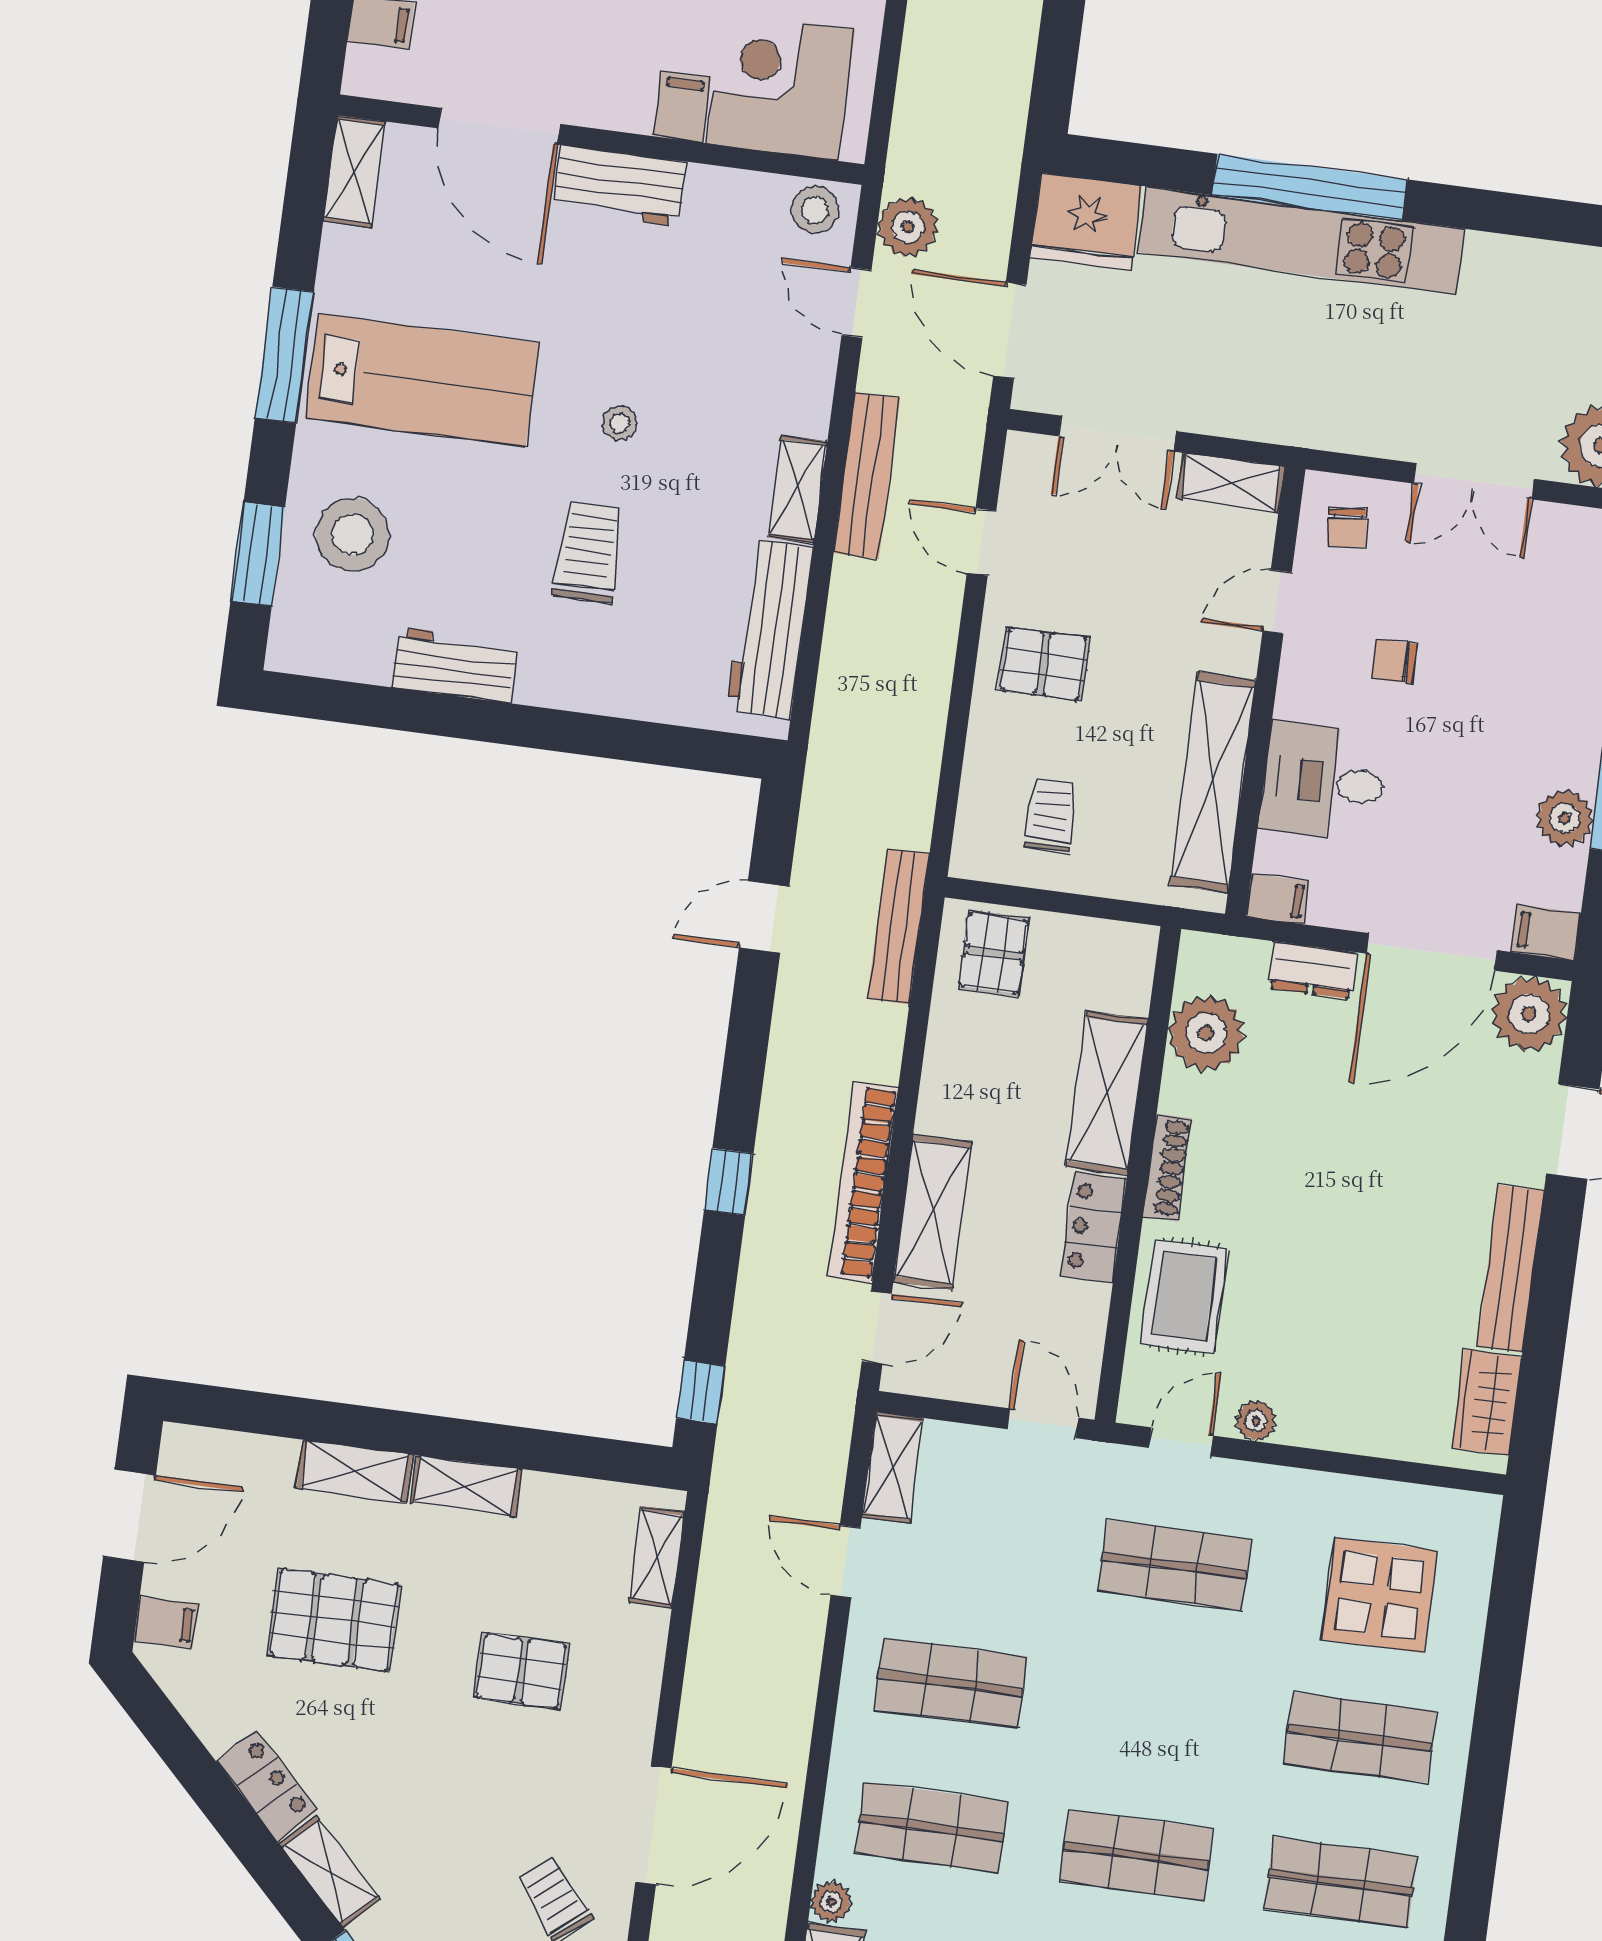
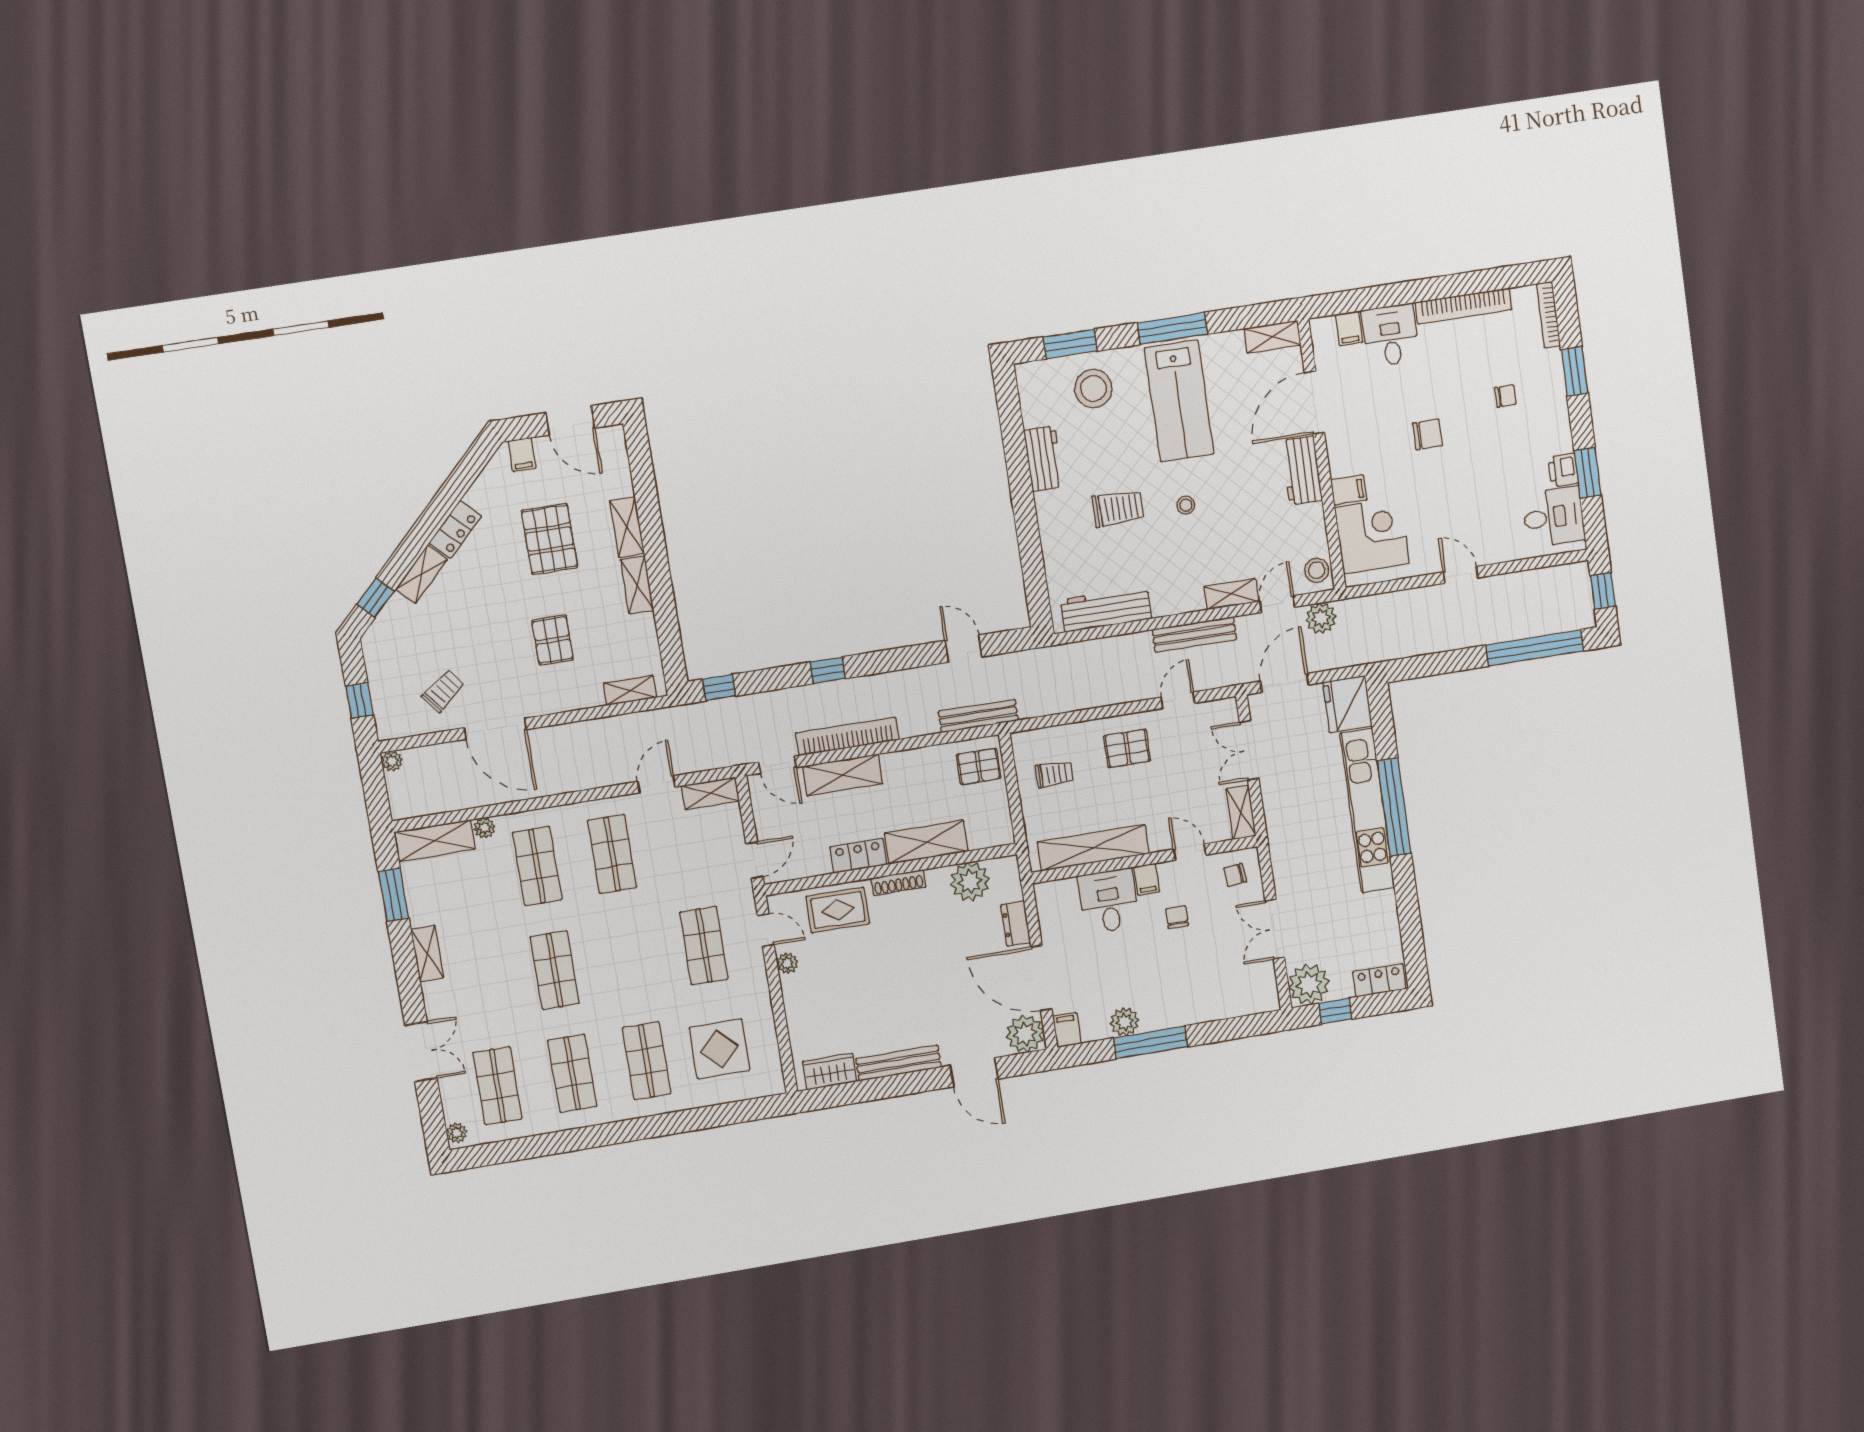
shelving: (798, 489) -> (1231, 594), moved
pallet: (1044, 664) -> (1127, 748), turned 90
filing cabinet: (1277, 899) -> (1147, 879), moved

